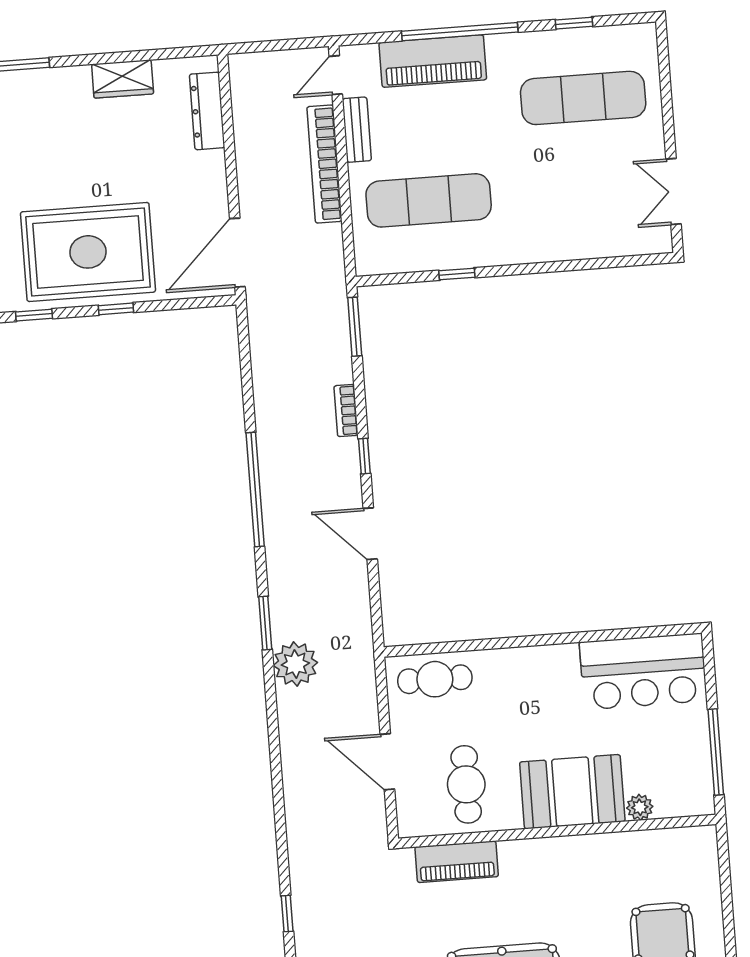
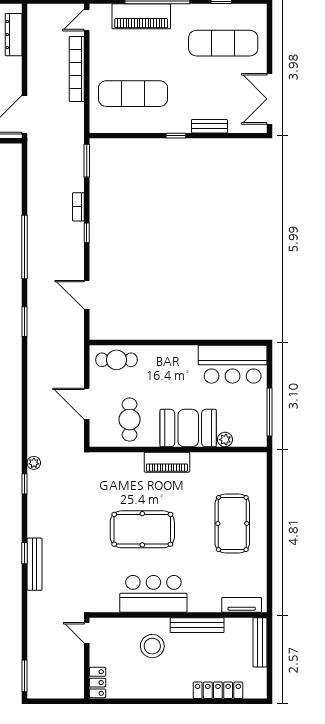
bench: (357, 130) -> (210, 126), moved, turned 90
double door: (674, 191) -> (269, 99), width x1.37
window: (457, 274) -> (176, 136), moved
door: (370, 534) -> (87, 295), moved
plant: (295, 664) -> (34, 463), moved, width x0.53, depth x0.53
piano: (457, 862) -> (167, 462), moved

